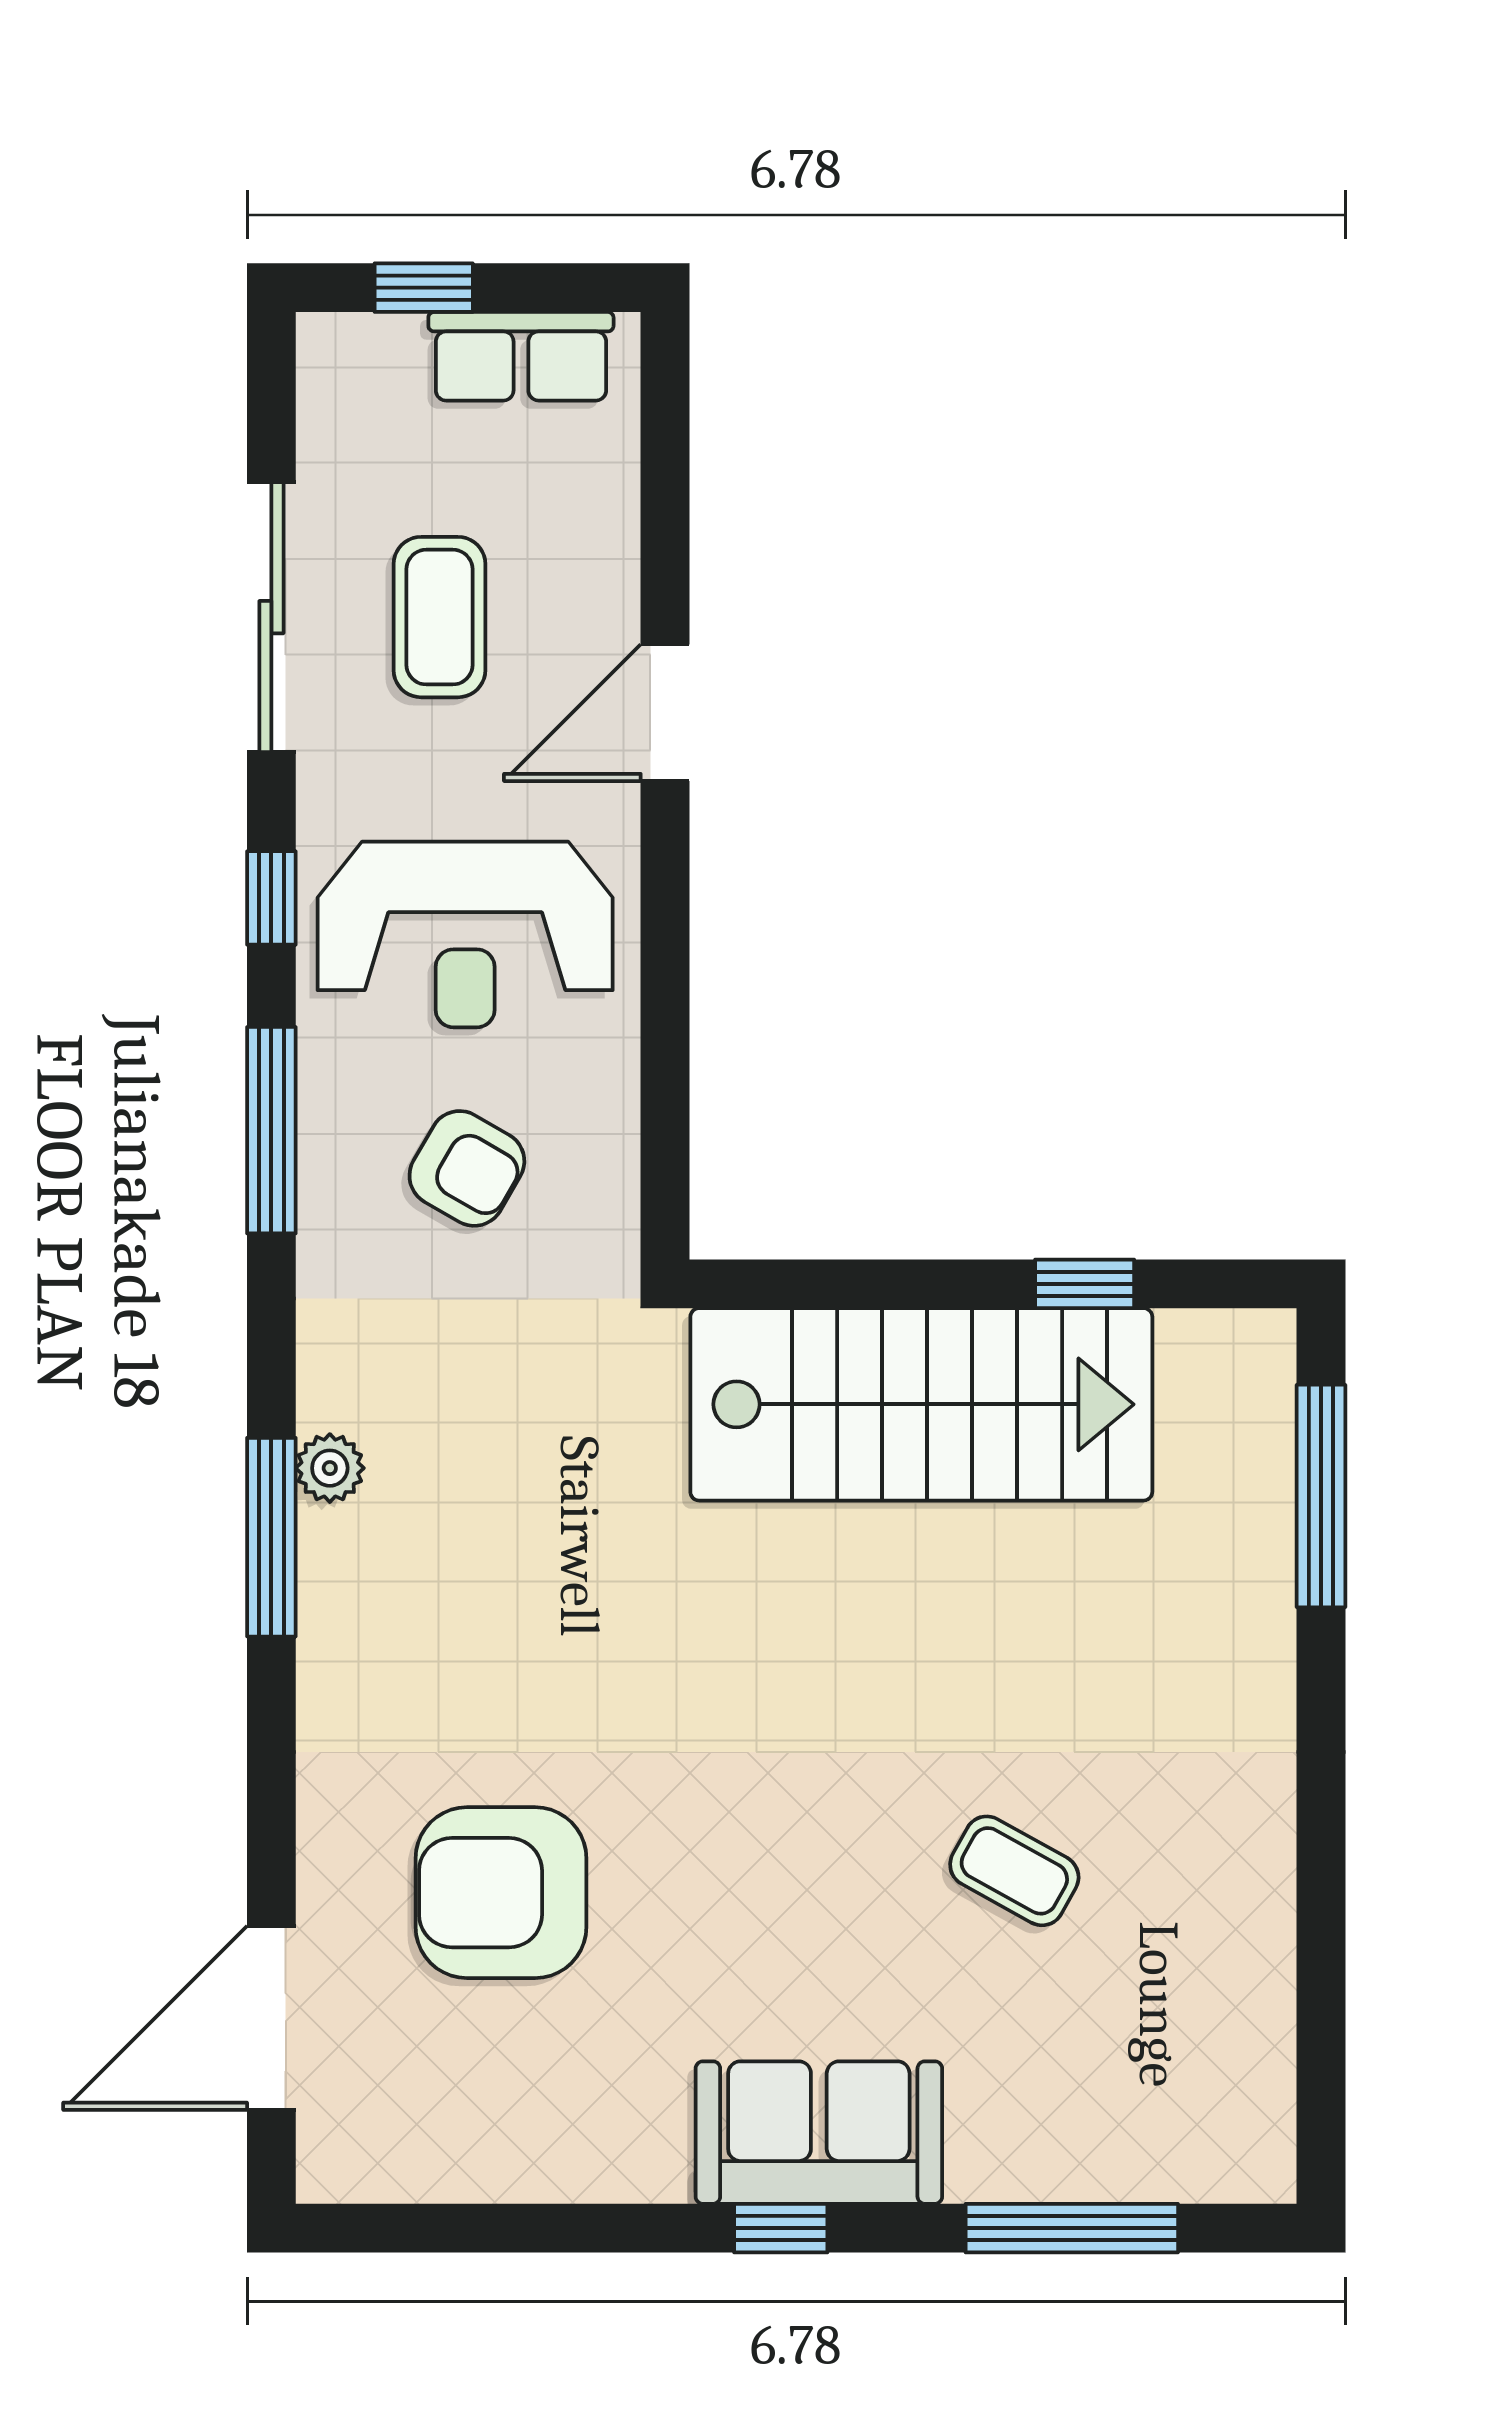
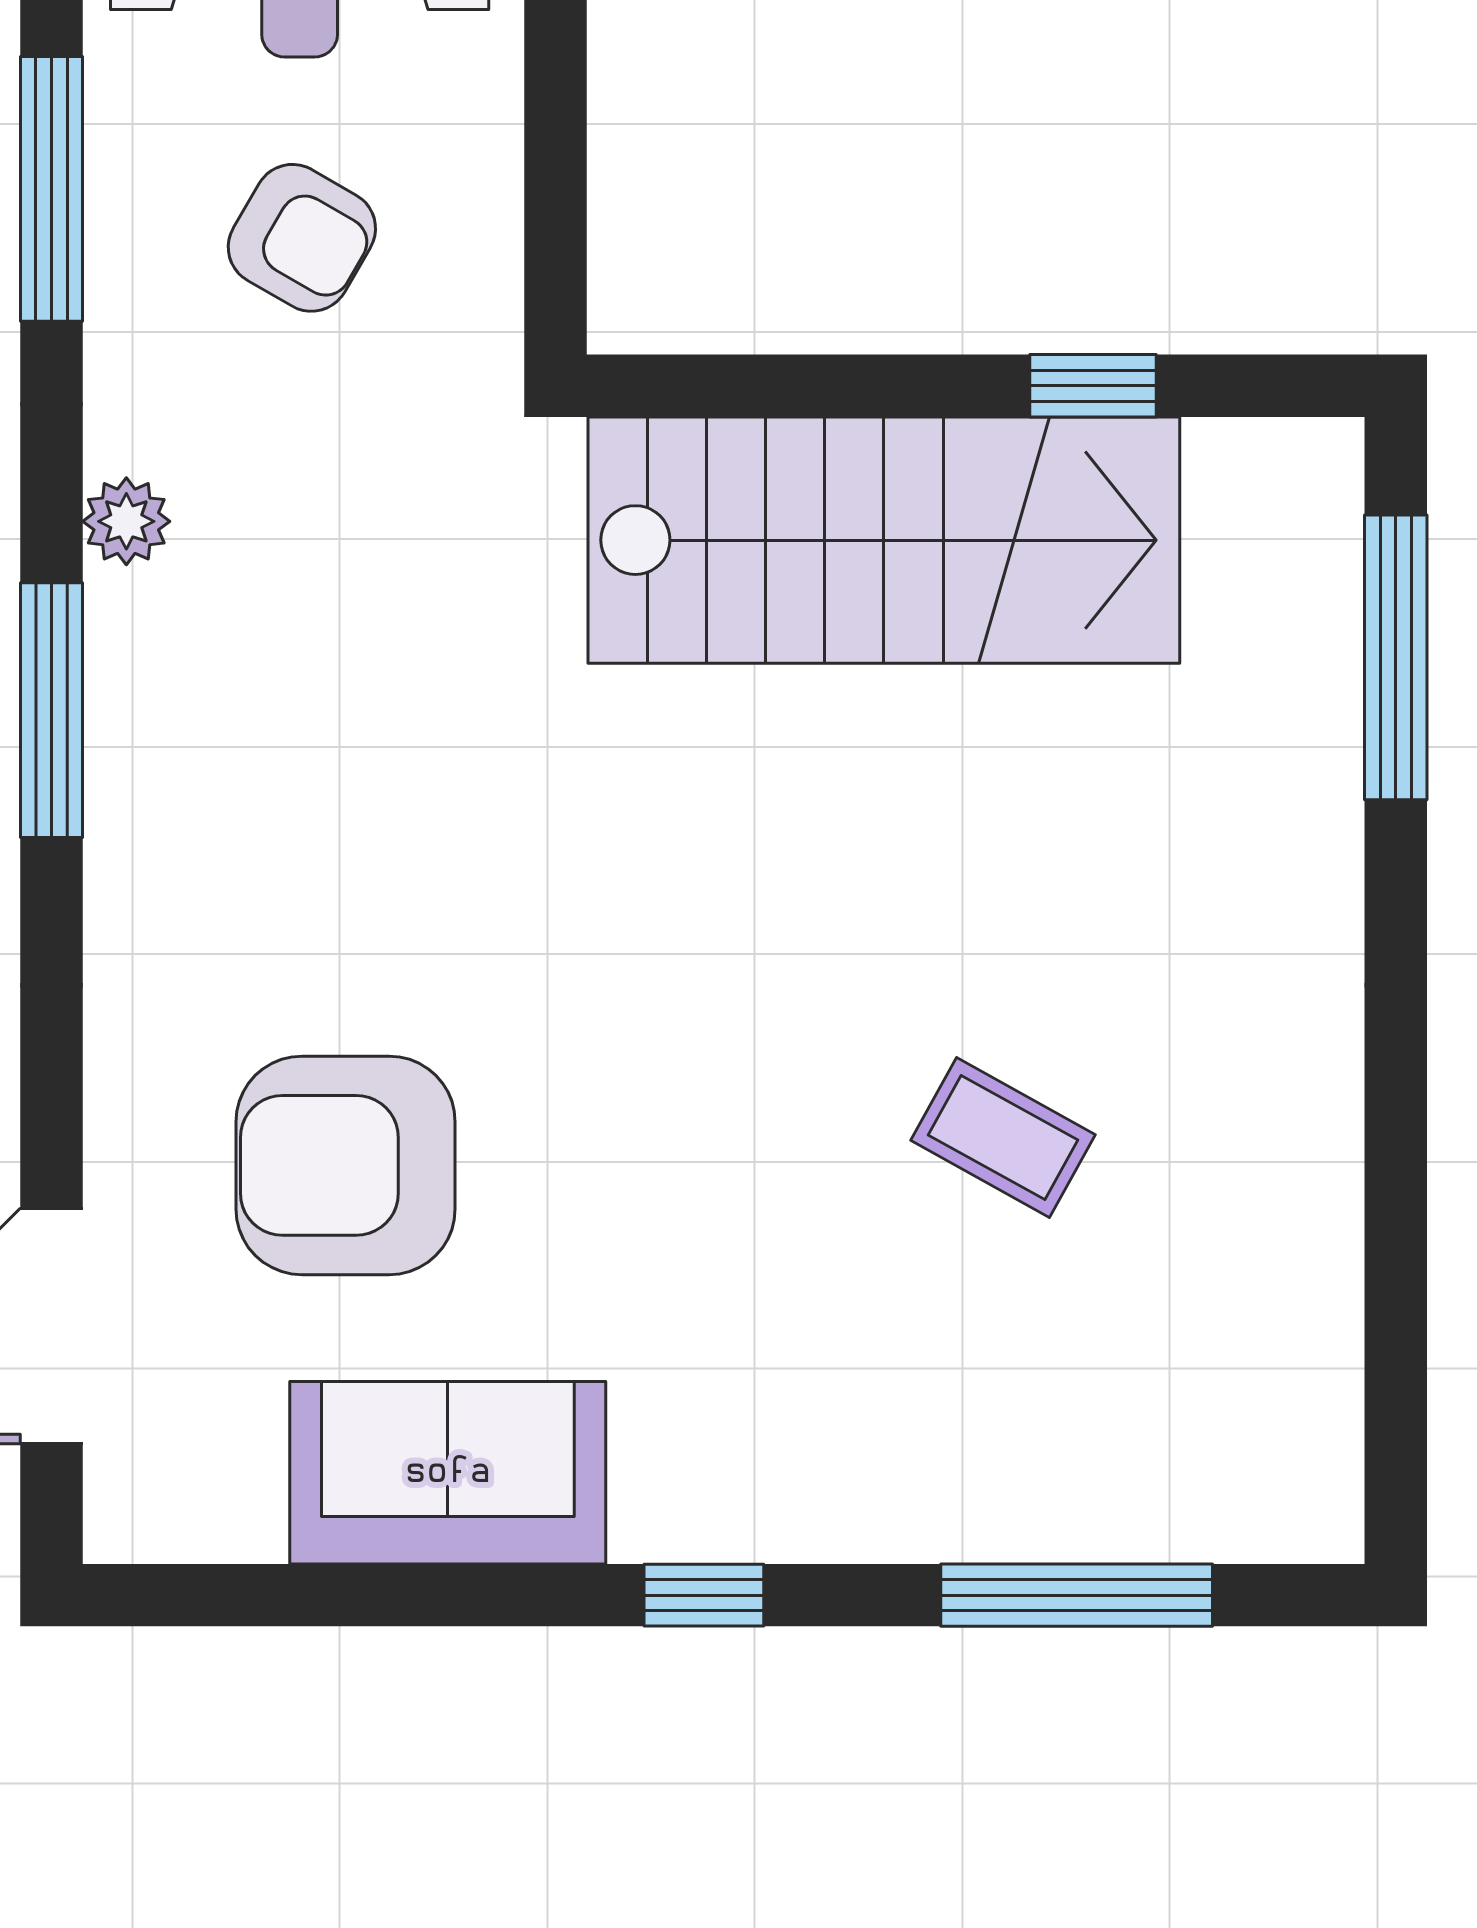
plant: (330, 1468) -> (126, 521), moved
sofa: (819, 2133) -> (448, 1473), moved

